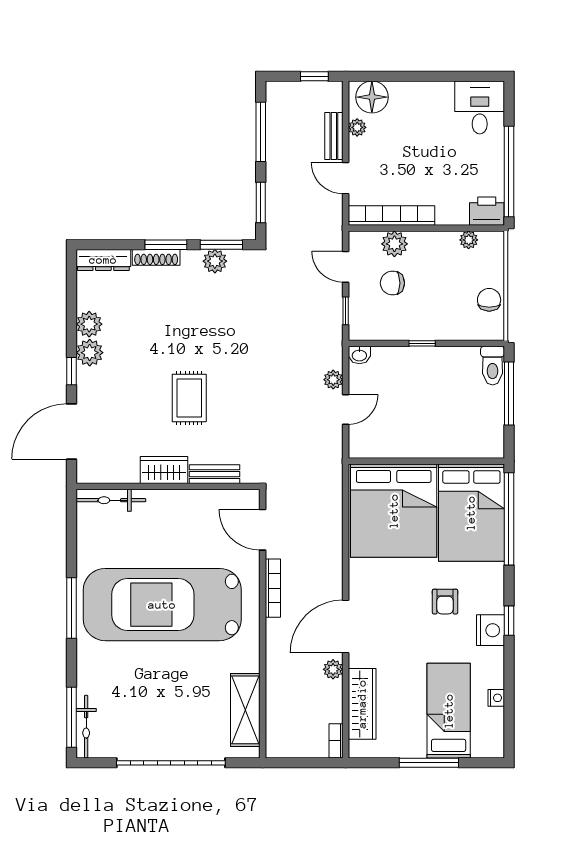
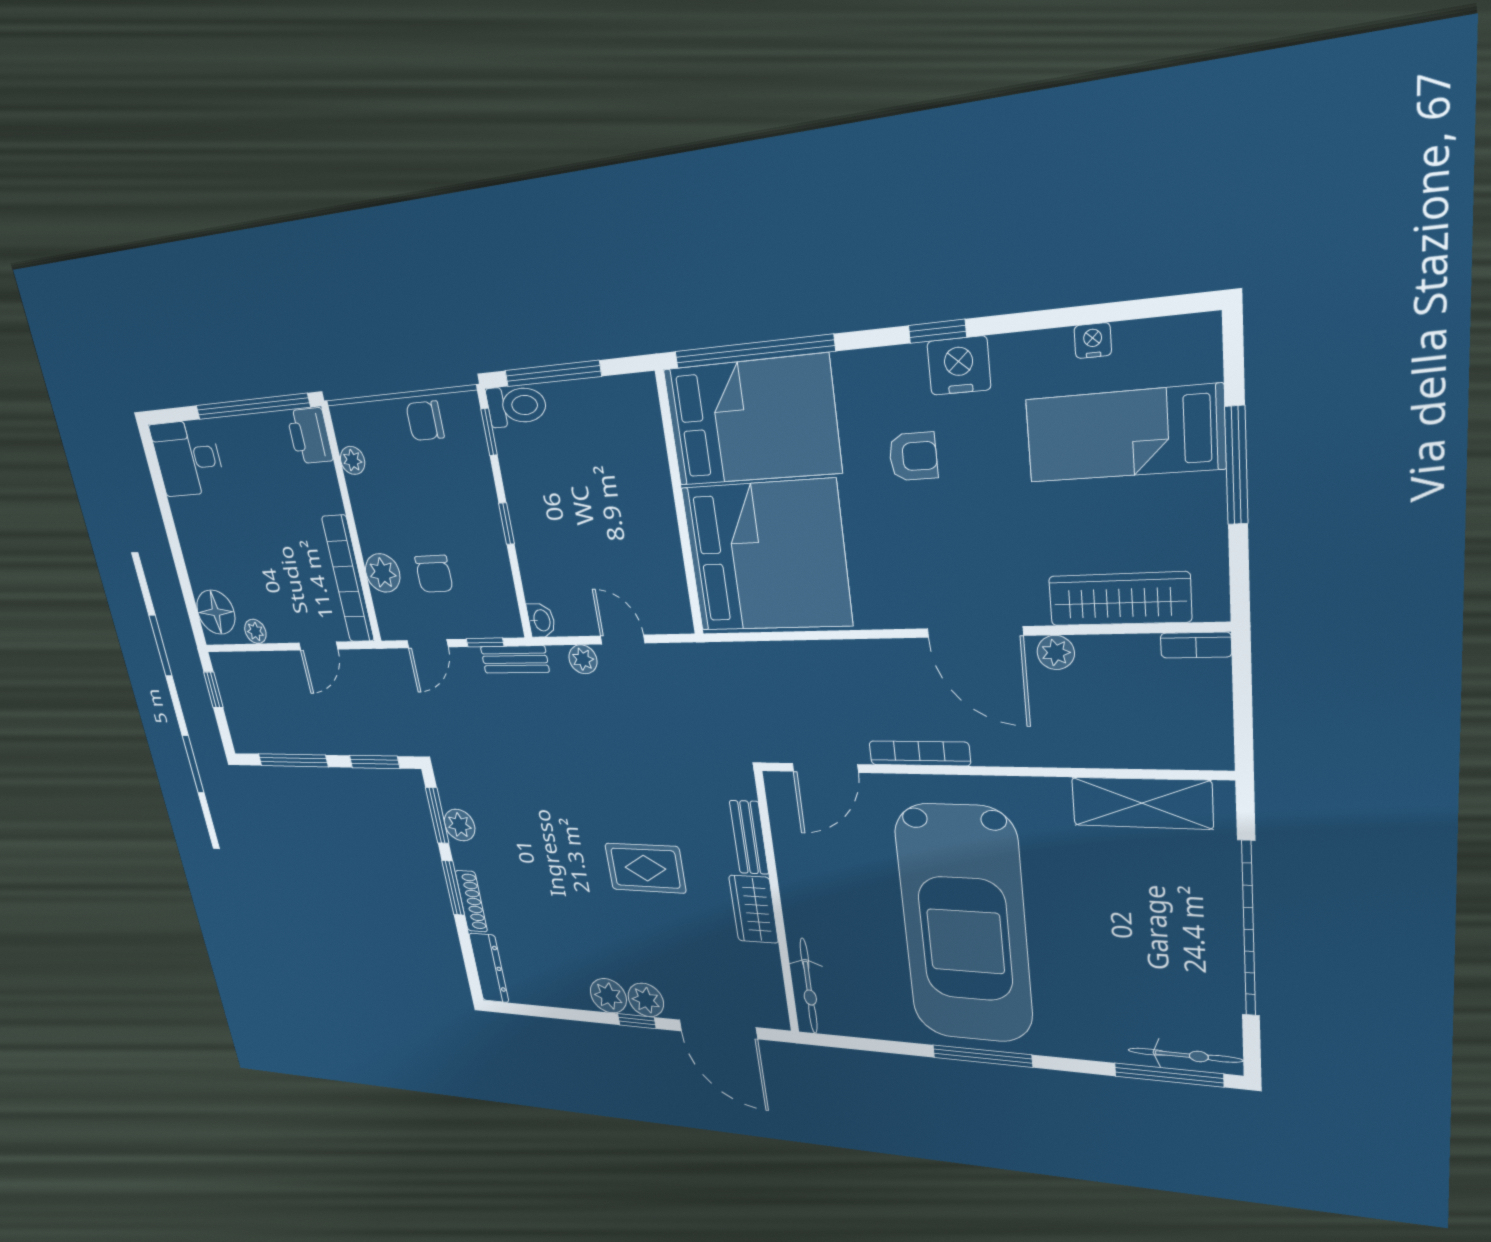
bench: (334, 136) -> (515, 659), moved
plant: (89, 324) -> (646, 1000), moved
window: (479, 343) -> (489, 432), added

